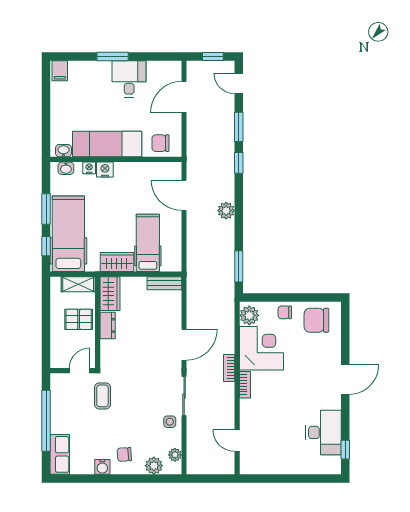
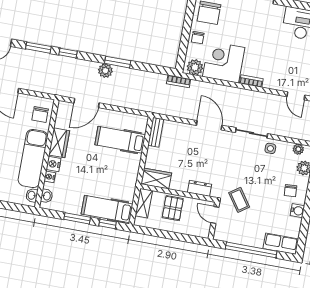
hospital bed: (68, 234) -> (107, 209), width x0.73, depth x0.77
wardrobe: (117, 262) -> (59, 143), moved, turned 180
window: (239, 266) -> (118, 62), moved
dresser: (108, 325) -> (199, 188), moved
bookcase: (229, 368) -> (179, 81), moved
coffee table: (102, 396) -> (239, 200), turned 55
door: (237, 441) -> (296, 96), hinge flipped

